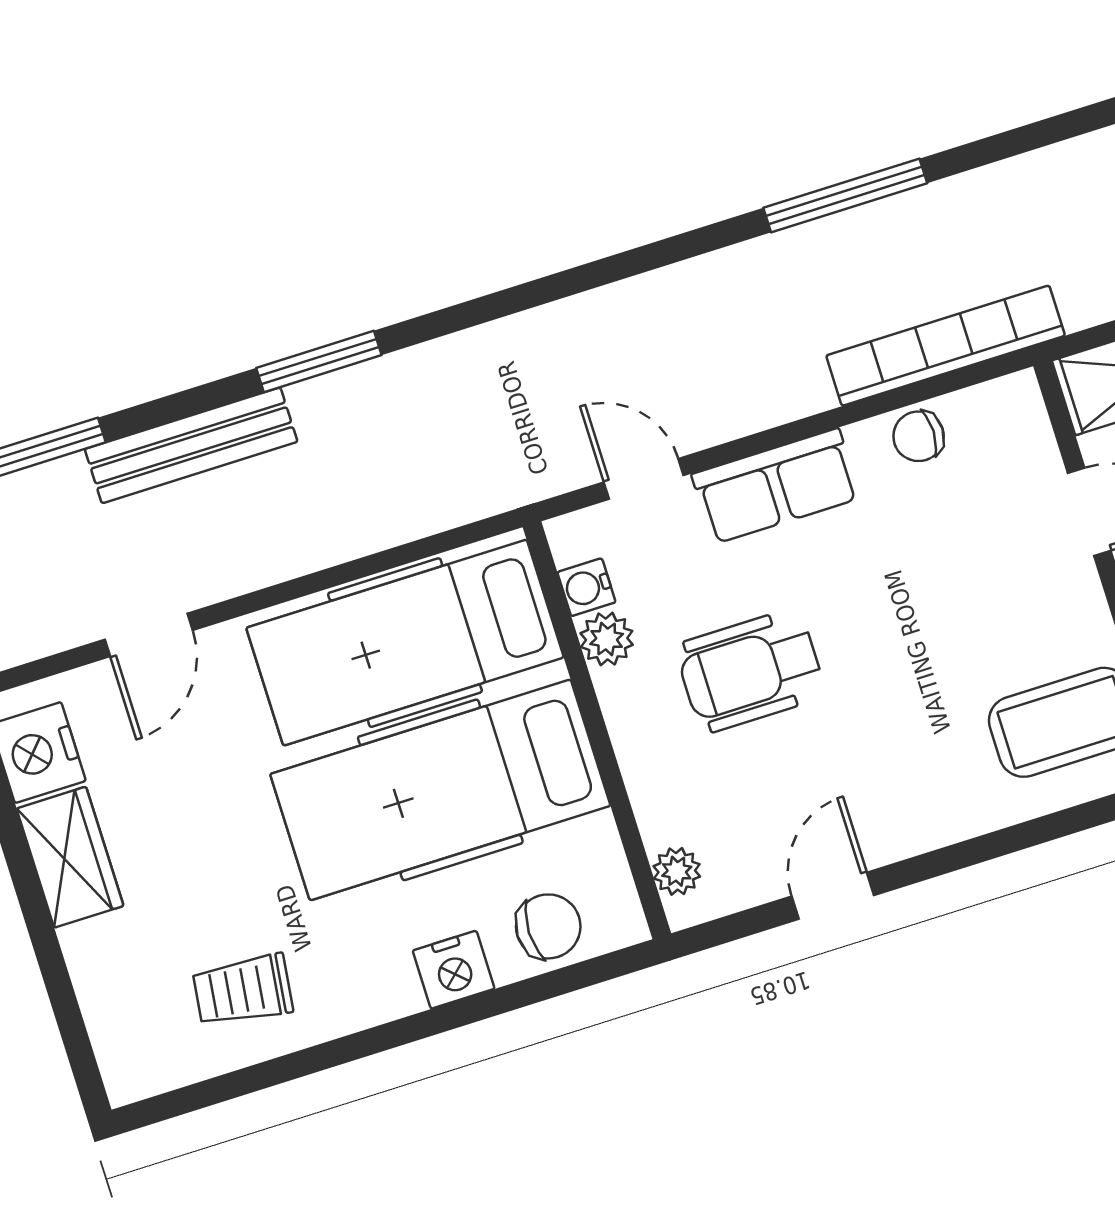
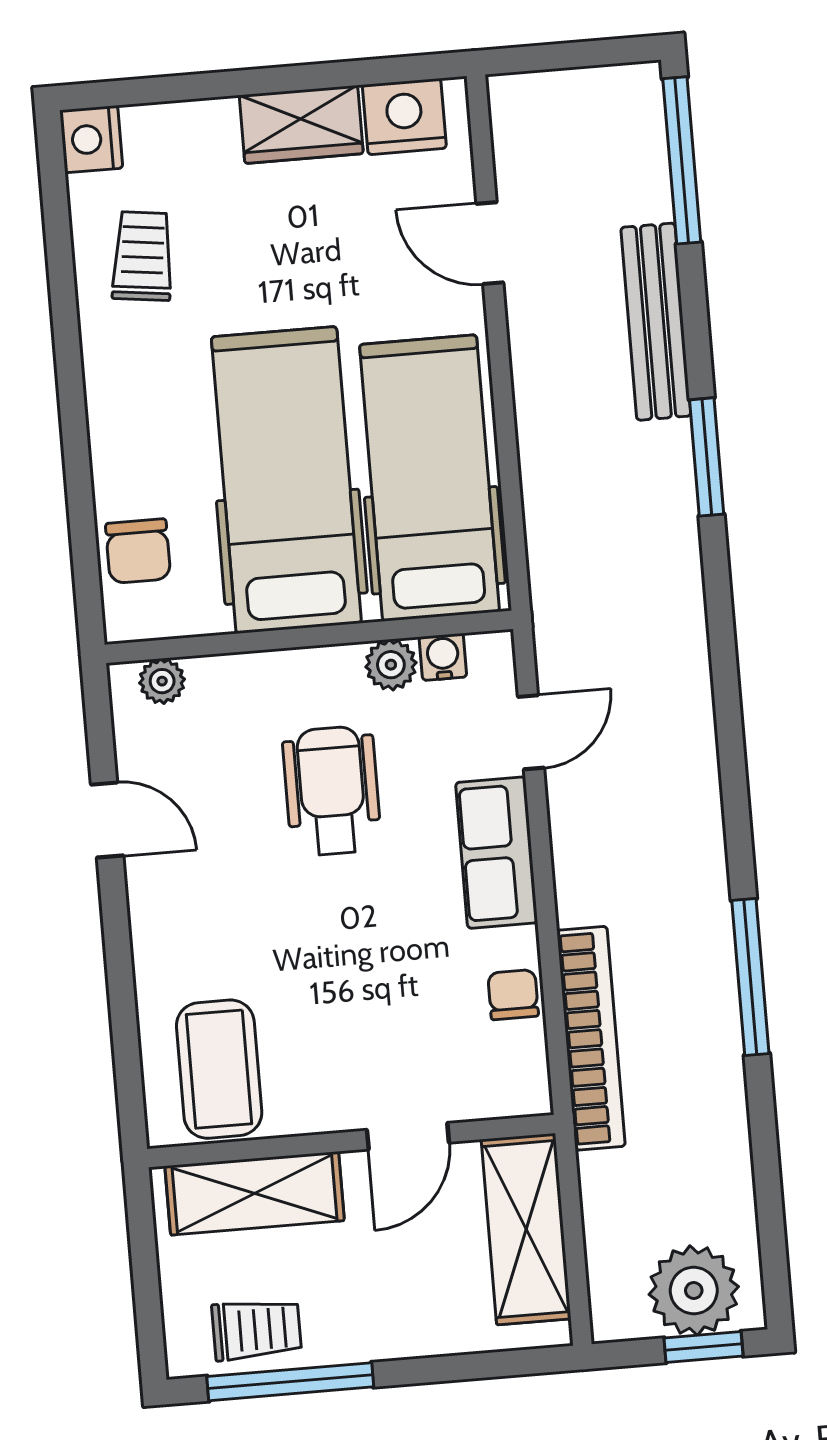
nightstand: (454, 970) -> (91, 139), moved

